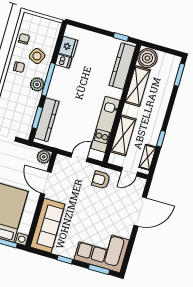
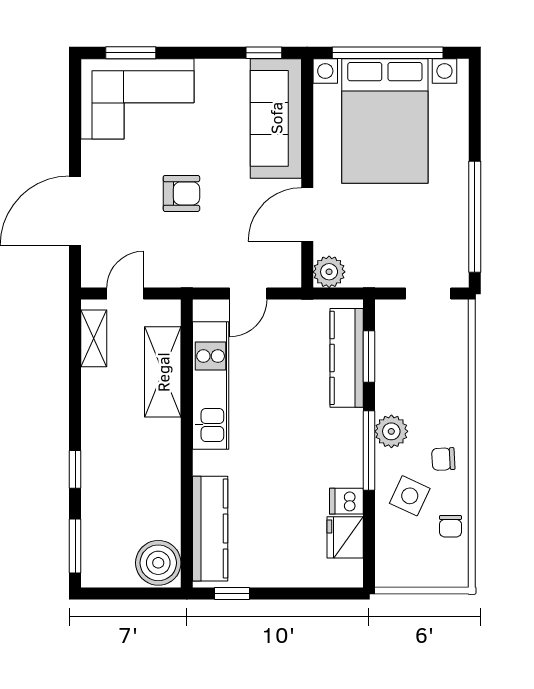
shelving: (137, 86) -> (163, 493), removed
window: (161, 139) -> (75, 469), moved
armchair: (101, 180) -> (181, 193), moved
door: (46, 183) -> (307, 214), swing flipped
window: (65, 260) -> (264, 53), moved

